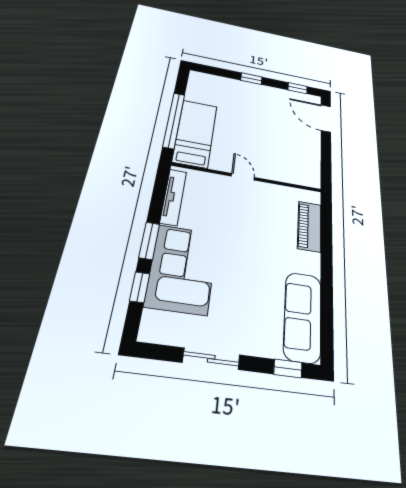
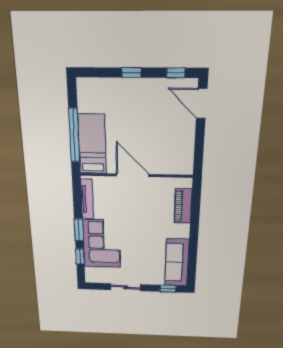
door: (243, 177) -> (133, 175), width x1.88

